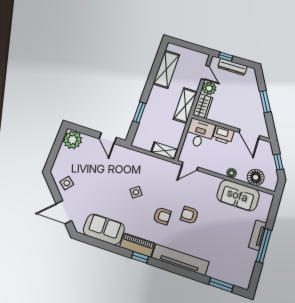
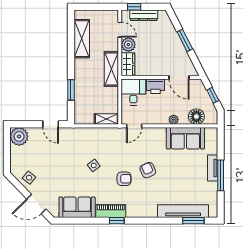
armchair: (190, 215) -> (148, 170), turned 67
tv unit: (180, 260) -> (183, 211), moved

